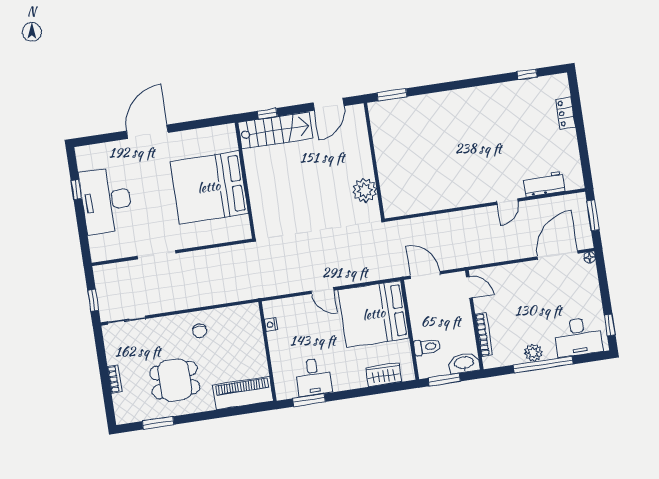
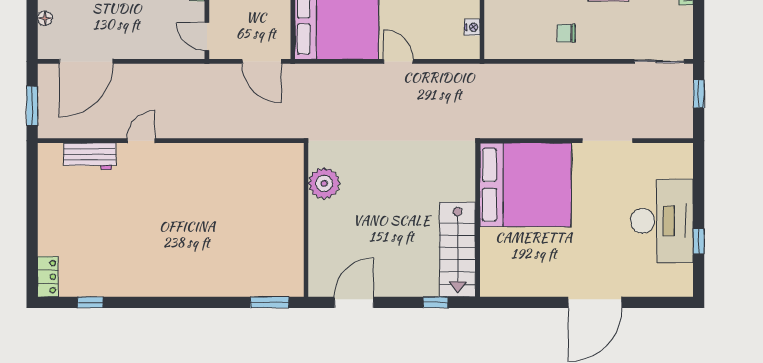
locker: (566, 113) -> (48, 277), moved
stairs: (276, 130) -> (458, 250), moved, turned -90
bed: (209, 187) -> (525, 185), moved
floor lamp: (590, 257) -> (45, 18), moved
chair: (200, 331) -> (566, 33), turned -90

